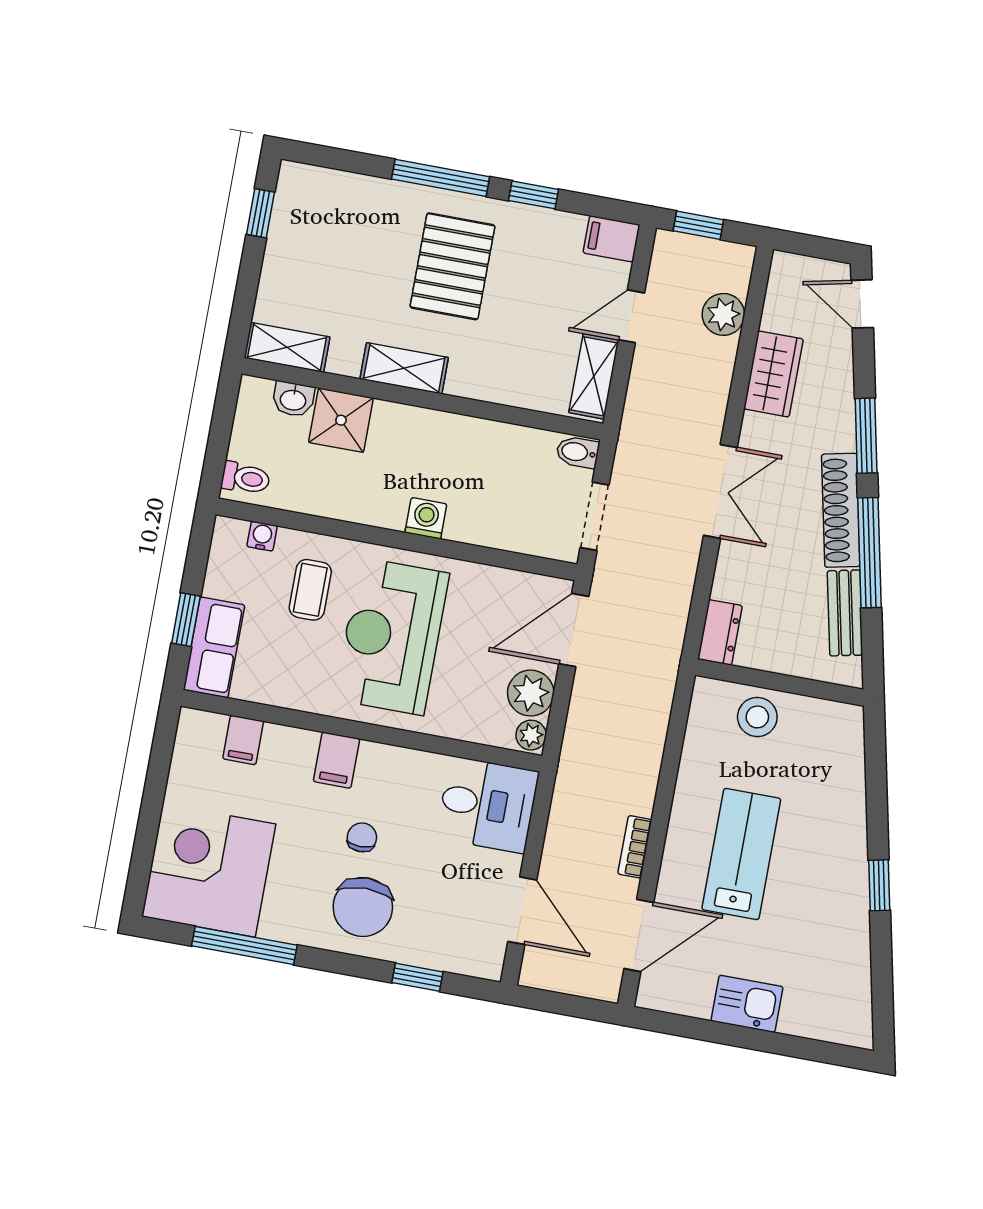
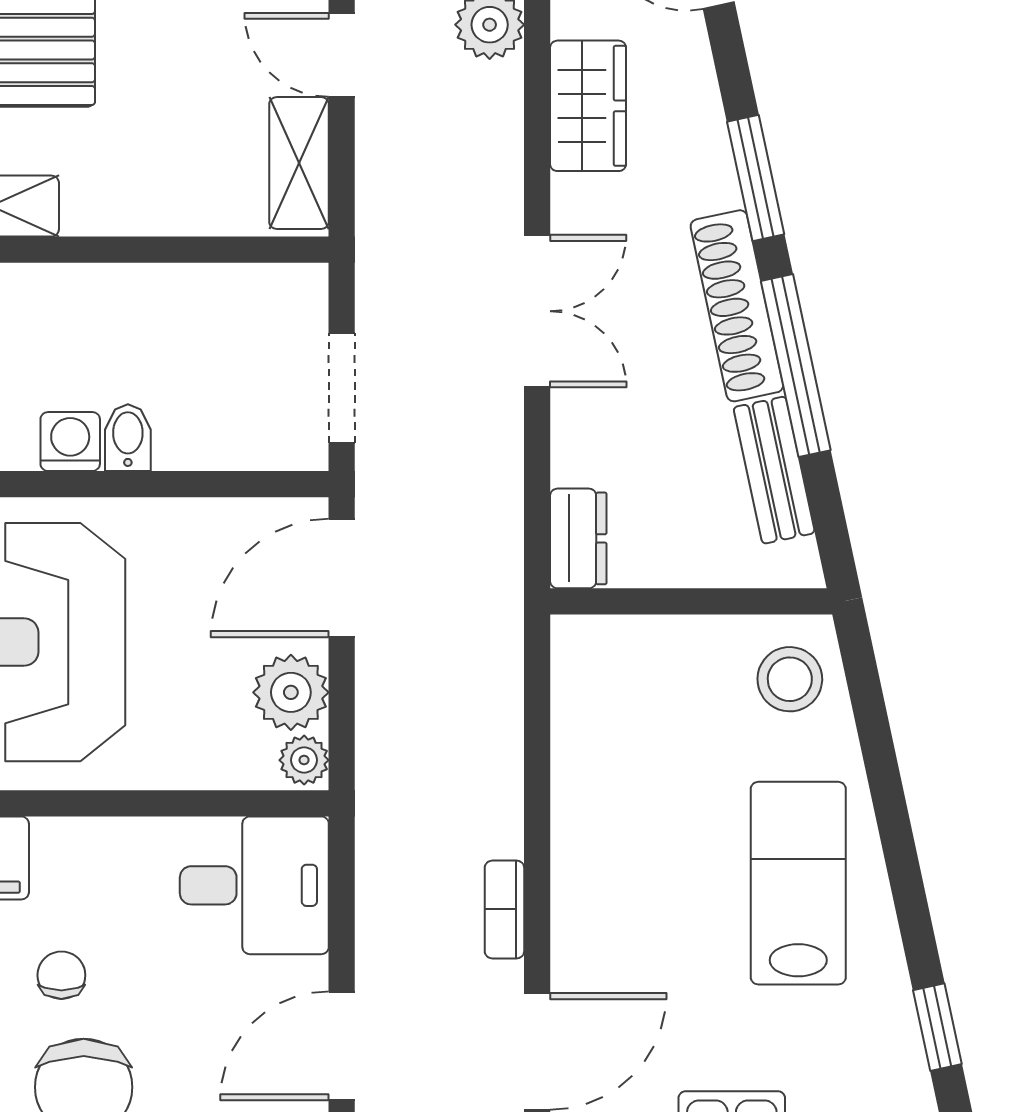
door: (631, 316) -> (342, 55), hinge flipped
bidet: (578, 452) -> (128, 438), moved, turned 90
stool: (757, 717) -> (790, 679), moved
lab bench: (741, 854) -> (798, 883), moved
window: (879, 885) -> (937, 1027), moved
door: (522, 911) -> (342, 1046), swing flipped

